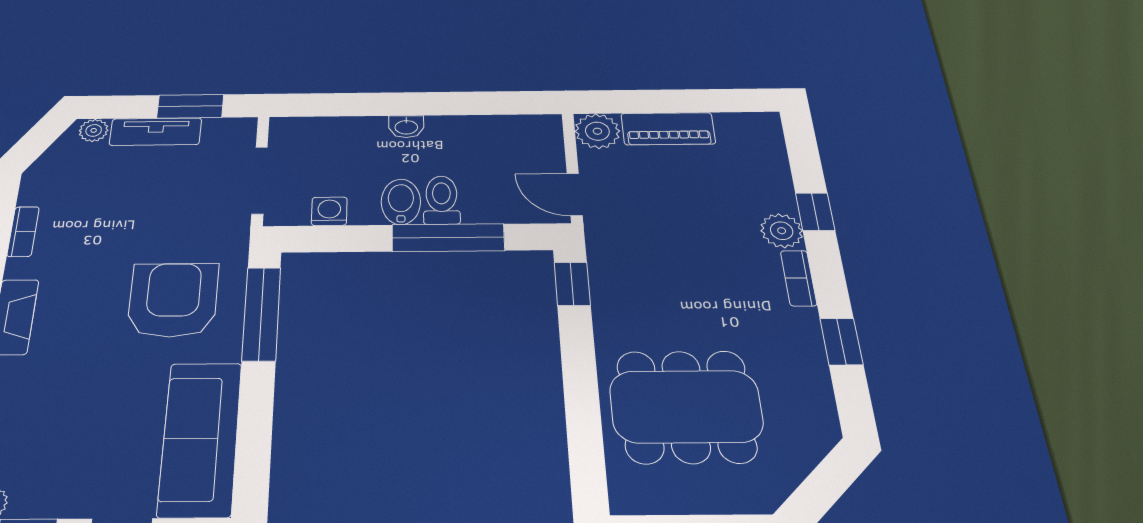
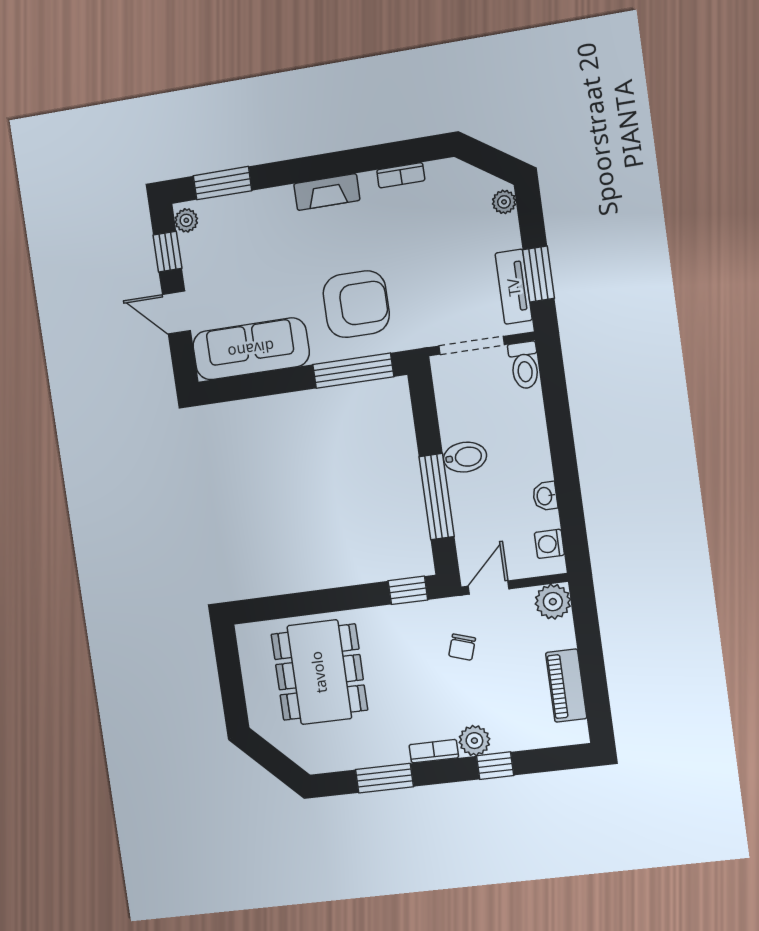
washbasin: (406, 127) -> (545, 496), moved
piano: (668, 129) -> (566, 686), moved
tv unit: (156, 132) -> (514, 287), moved
toilet: (442, 200) -> (524, 365), moved, turned 90
washing machine: (329, 211) -> (549, 544), moved, turned 180
chair: (653, 231) -> (462, 647), added
window: (841, 342) -> (384, 778), width x1.50

